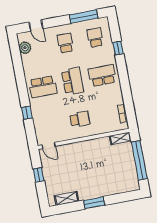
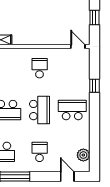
school desk: (65, 43) -> (40, 152), turned 180
school desk: (73, 81) -> (40, 110), turned 180
school desk: (80, 119) -> (40, 68), turned 90

